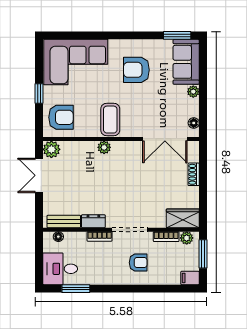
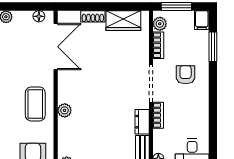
coffee table: (110, 120) -> (35, 104), turned 90
wardrobe: (183, 218) -> (123, 21), moved, turned -90
window: (76, 289) -> (213, 47), moved

